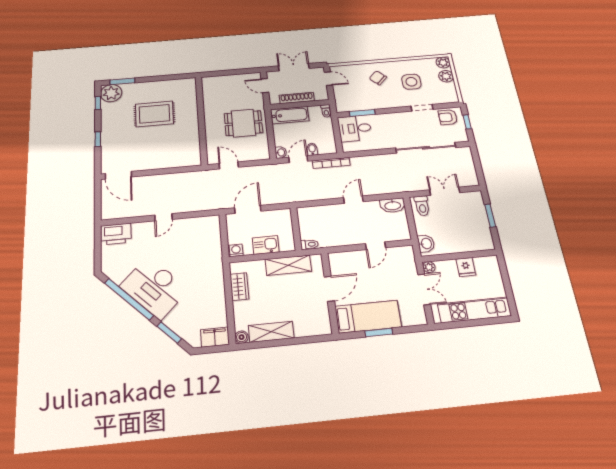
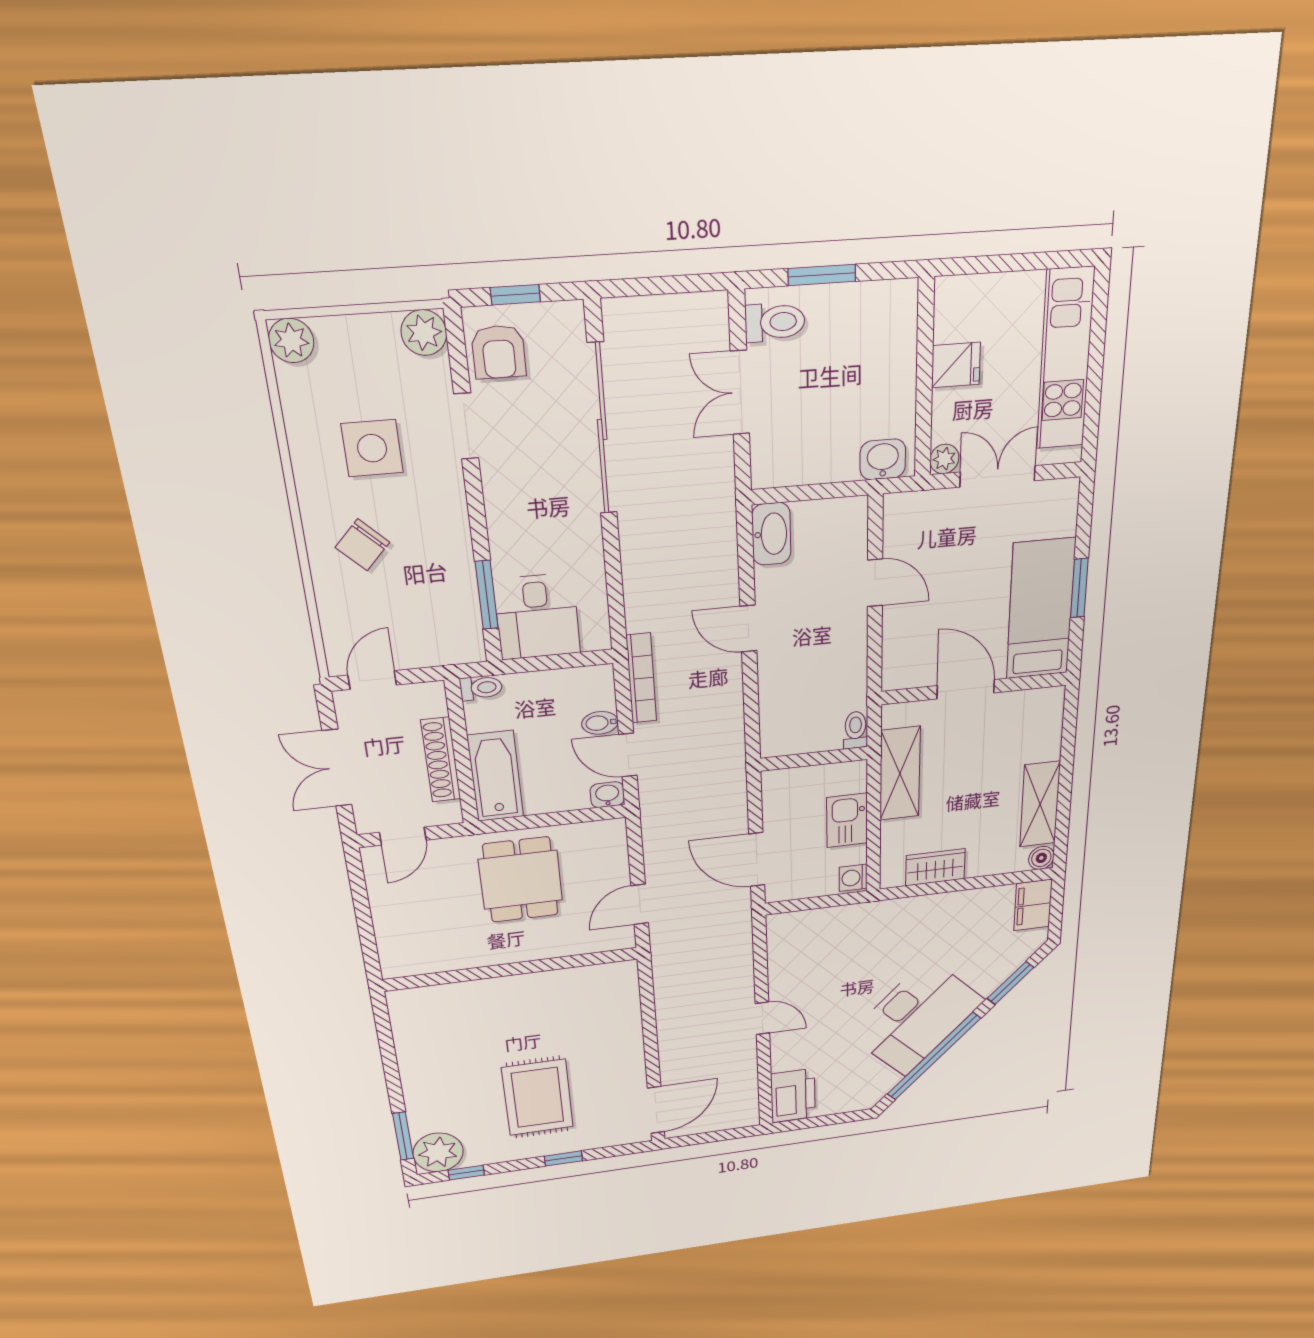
plant: (446, 76) -> (424, 333), moved
rug: (154, 114) -> (538, 1097), moved
toilet: (422, 206) -> (775, 322), moved

